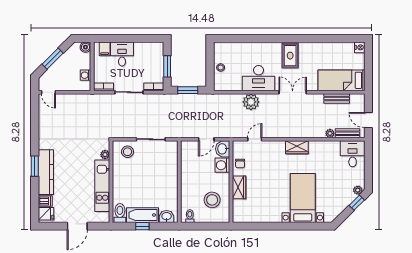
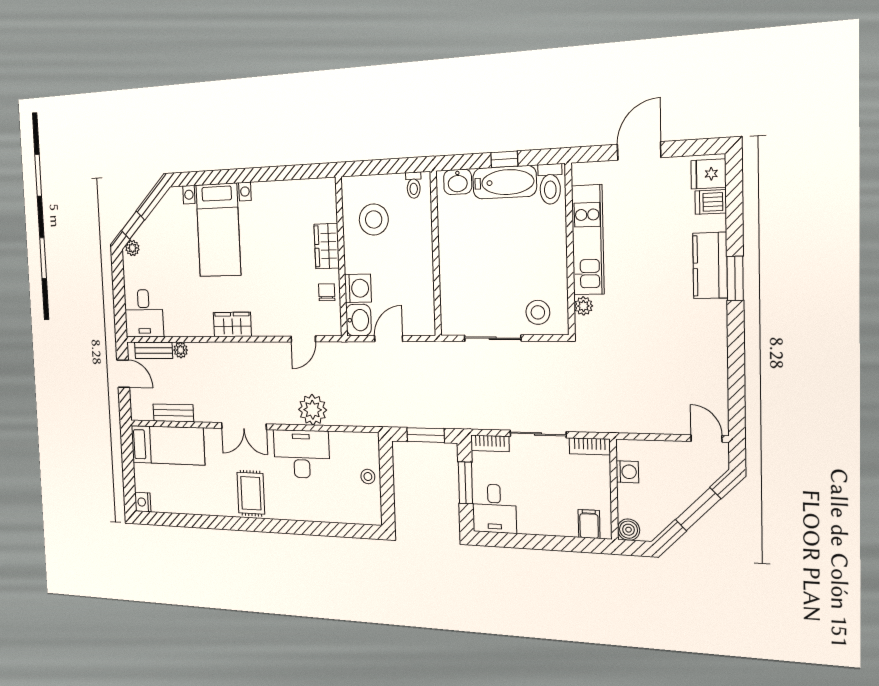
desk: (122, 54) -> (494, 509), moved
kitchen counter: (46, 172) -> (710, 266), width x0.67

